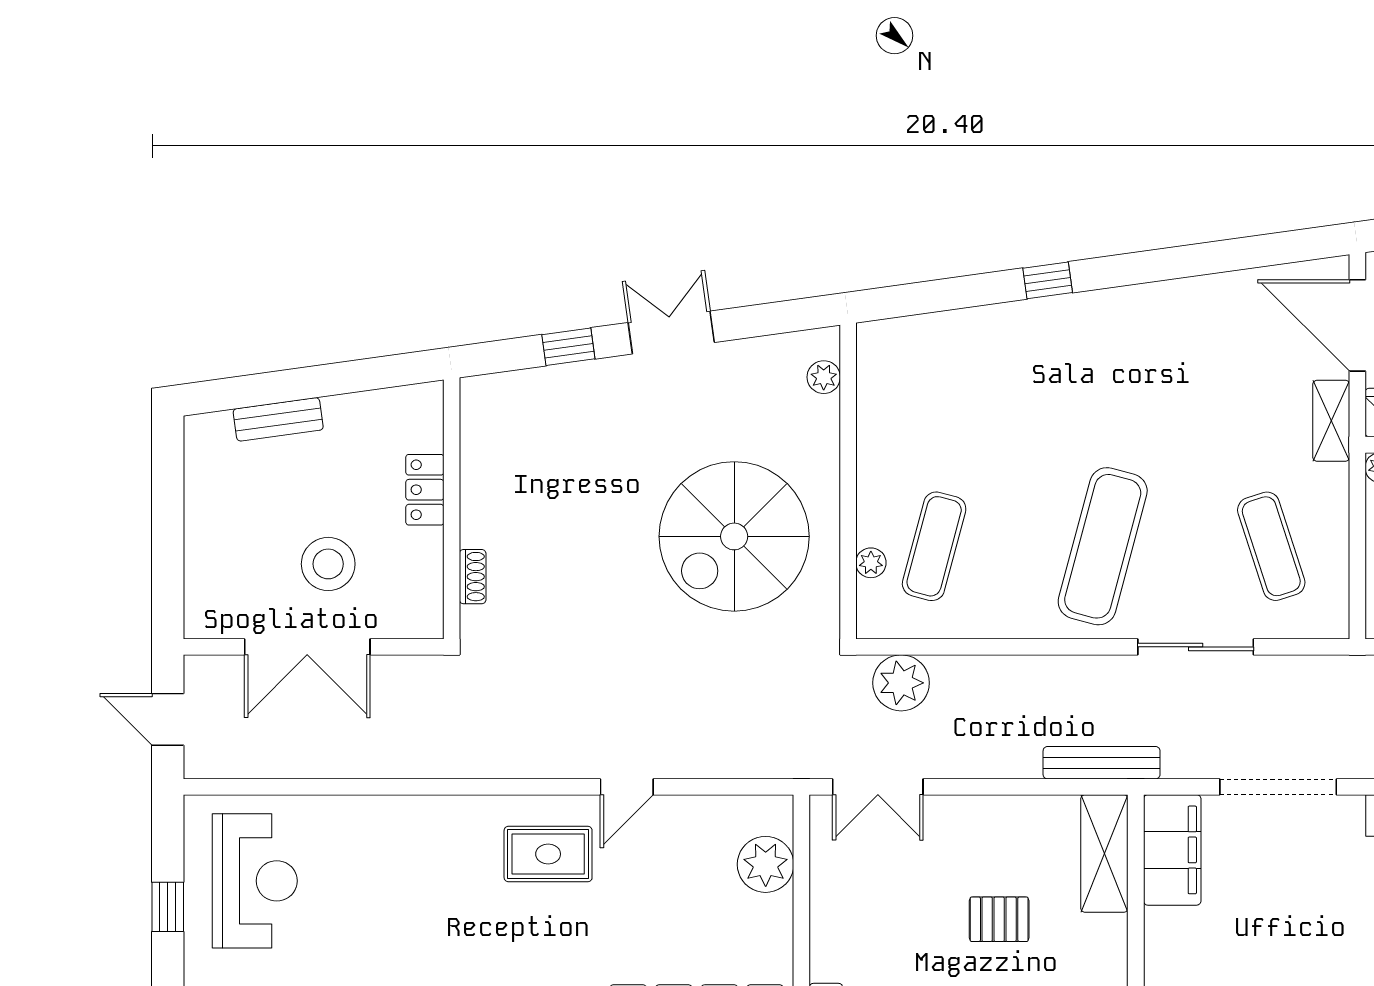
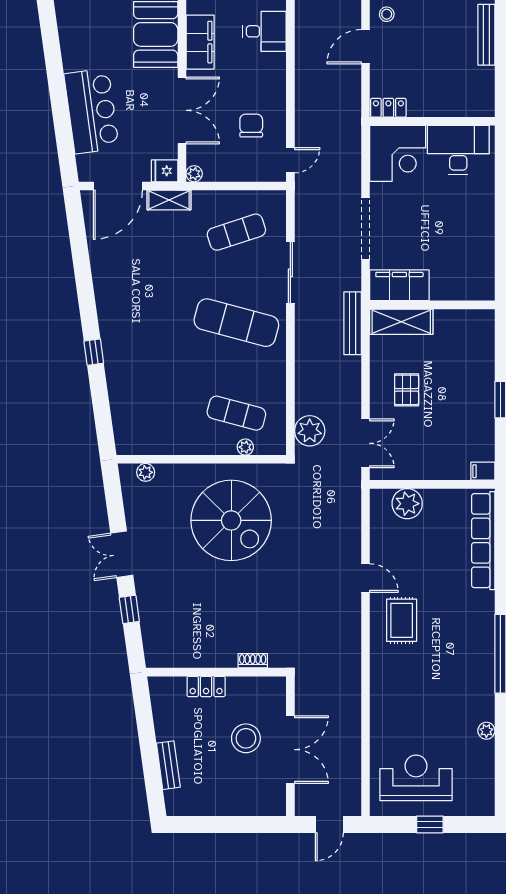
pallet: (999, 919) -> (407, 390), moved

